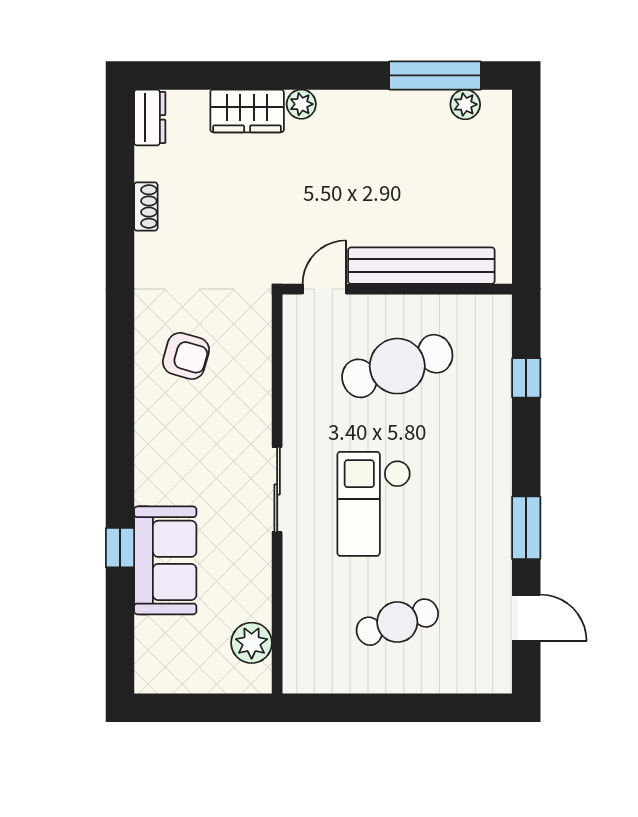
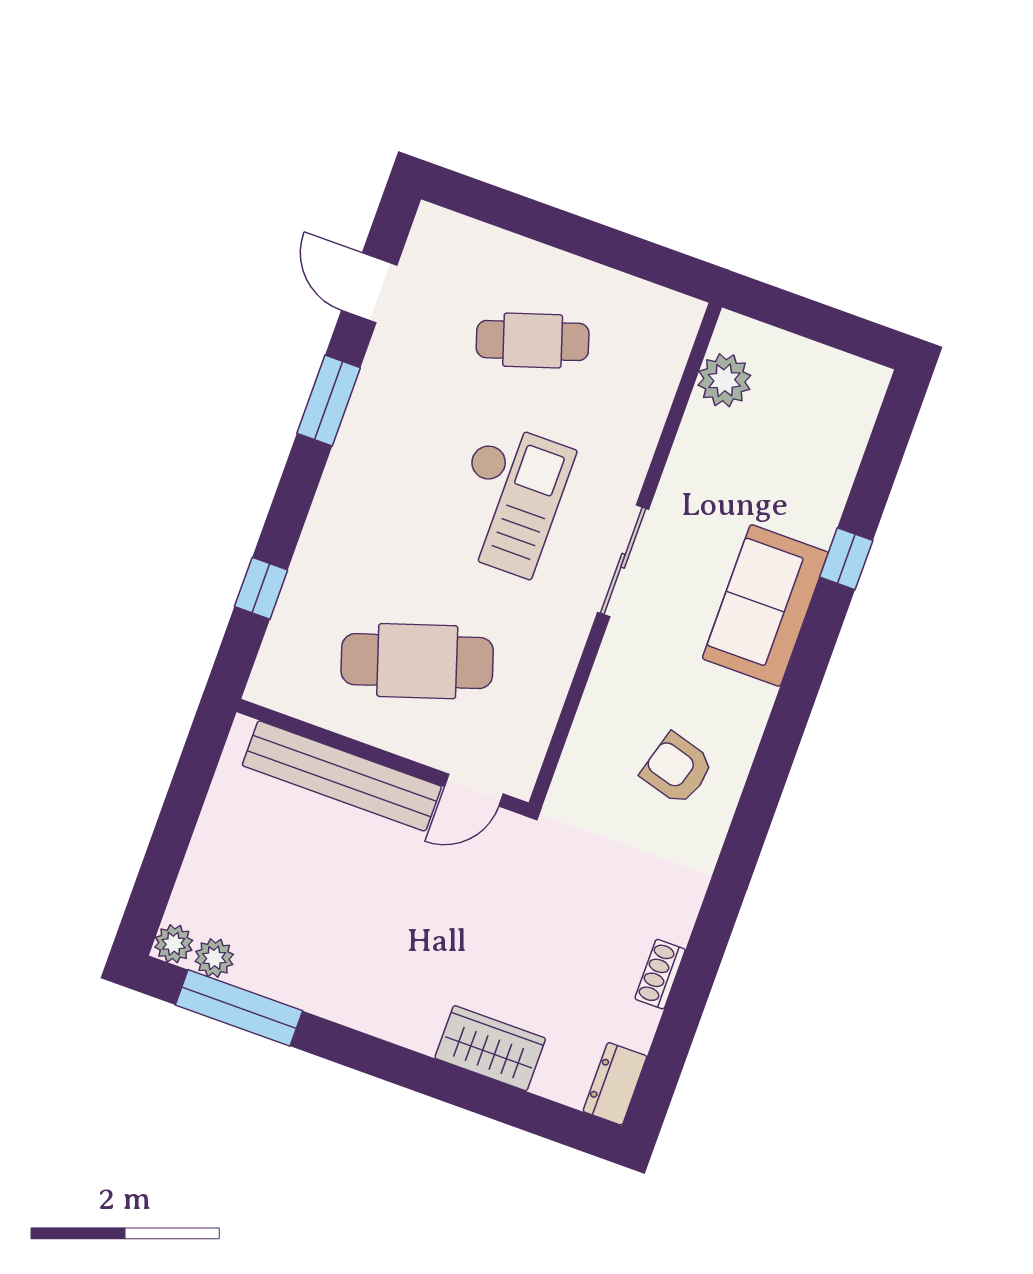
plant: (301, 104) -> (174, 944), moved
sofa: (165, 560) -> (765, 605), moved

